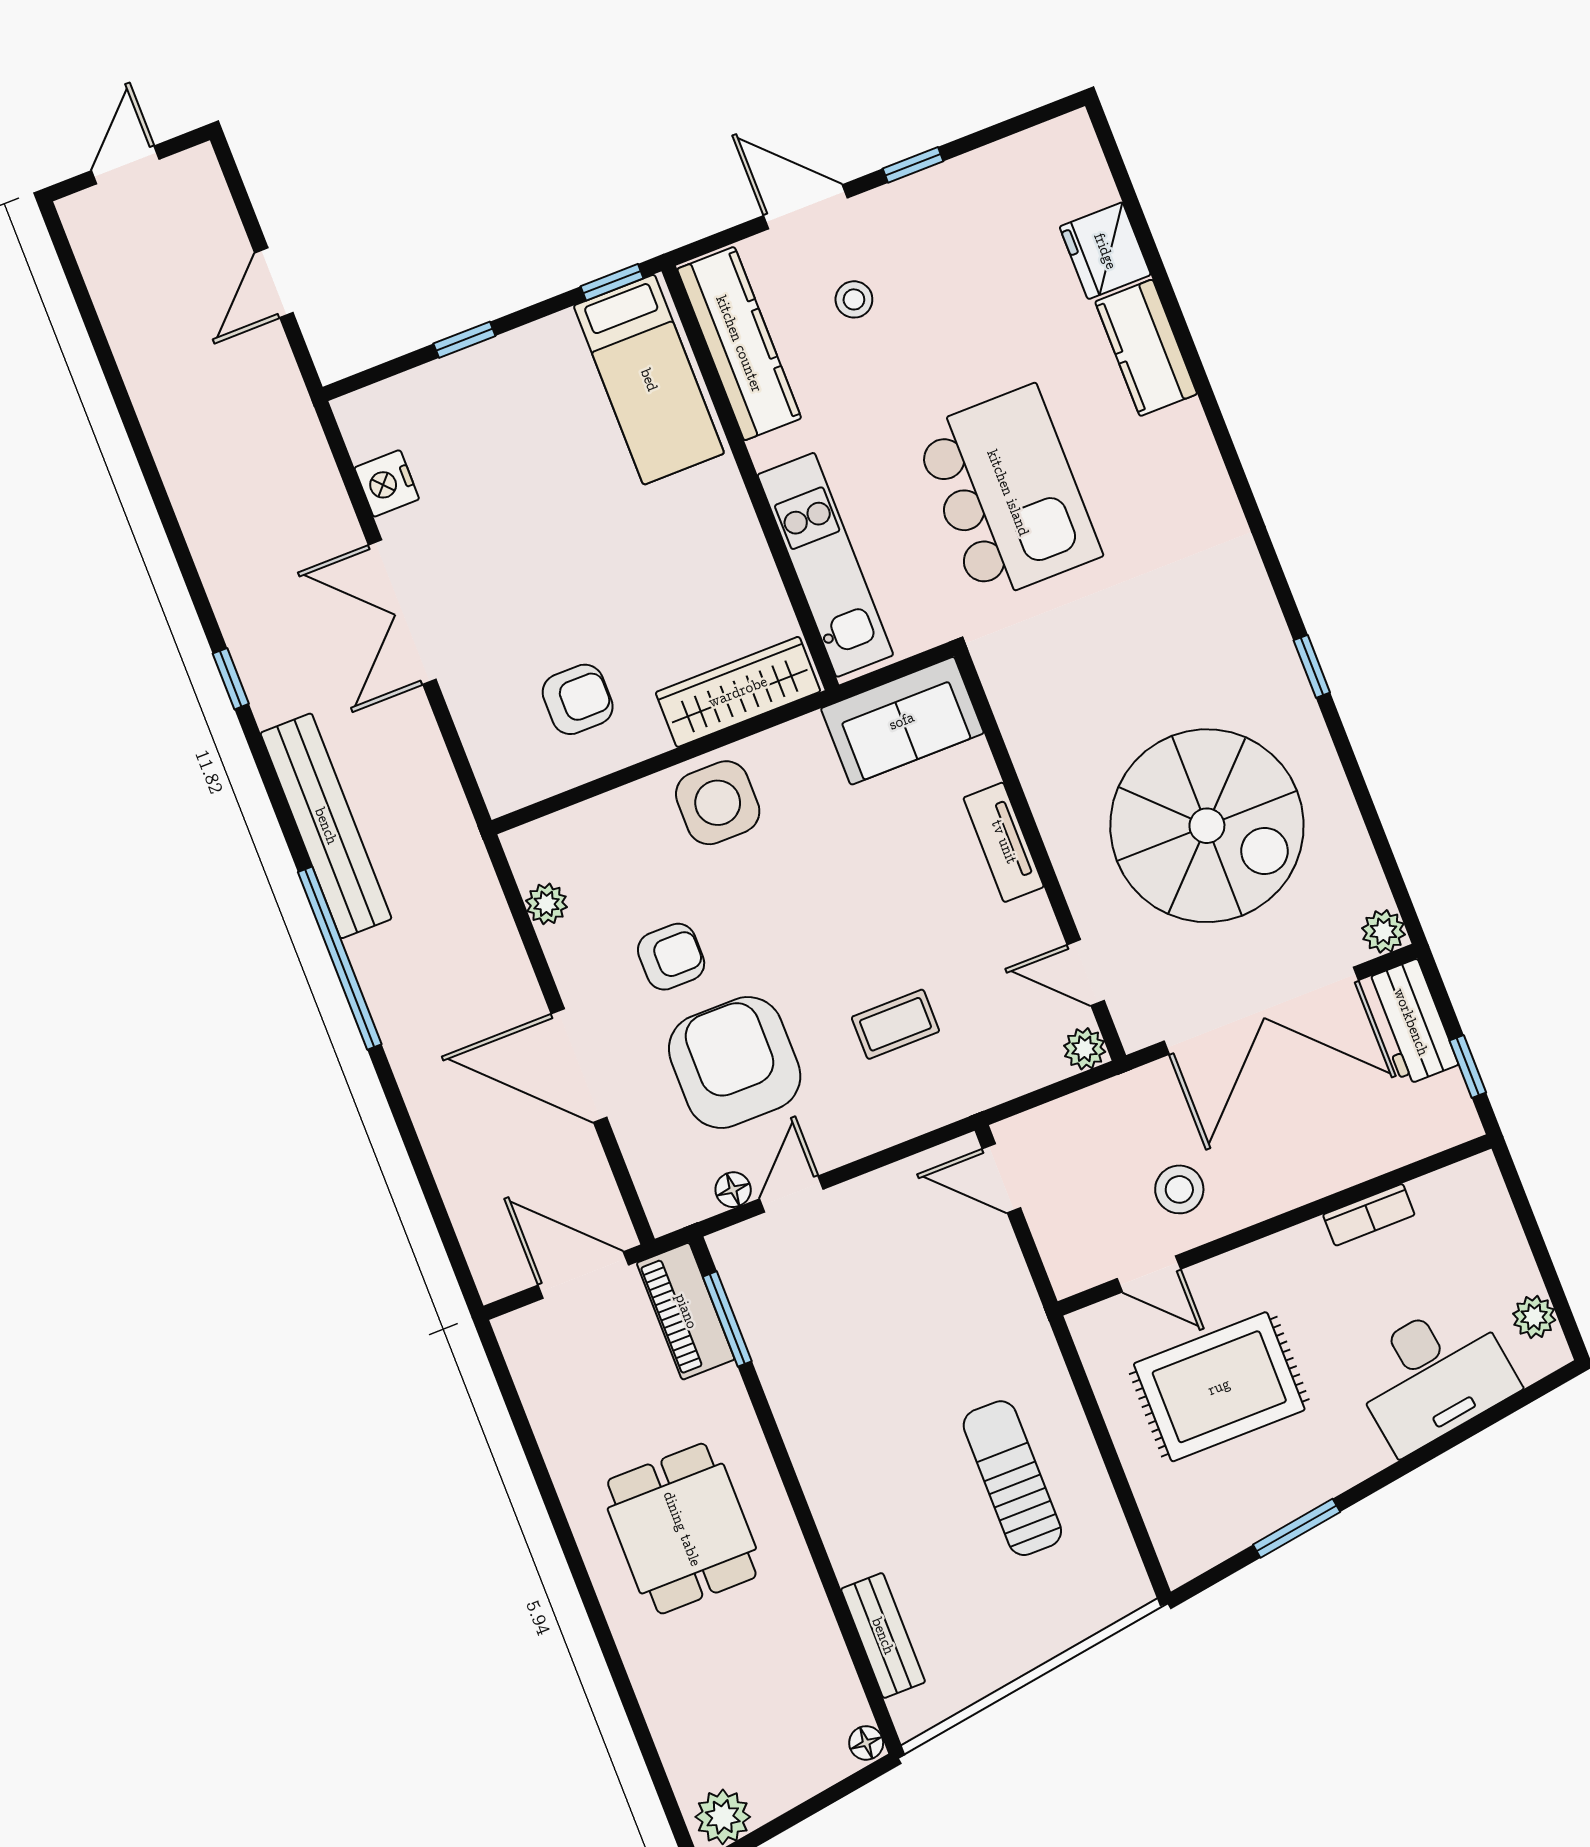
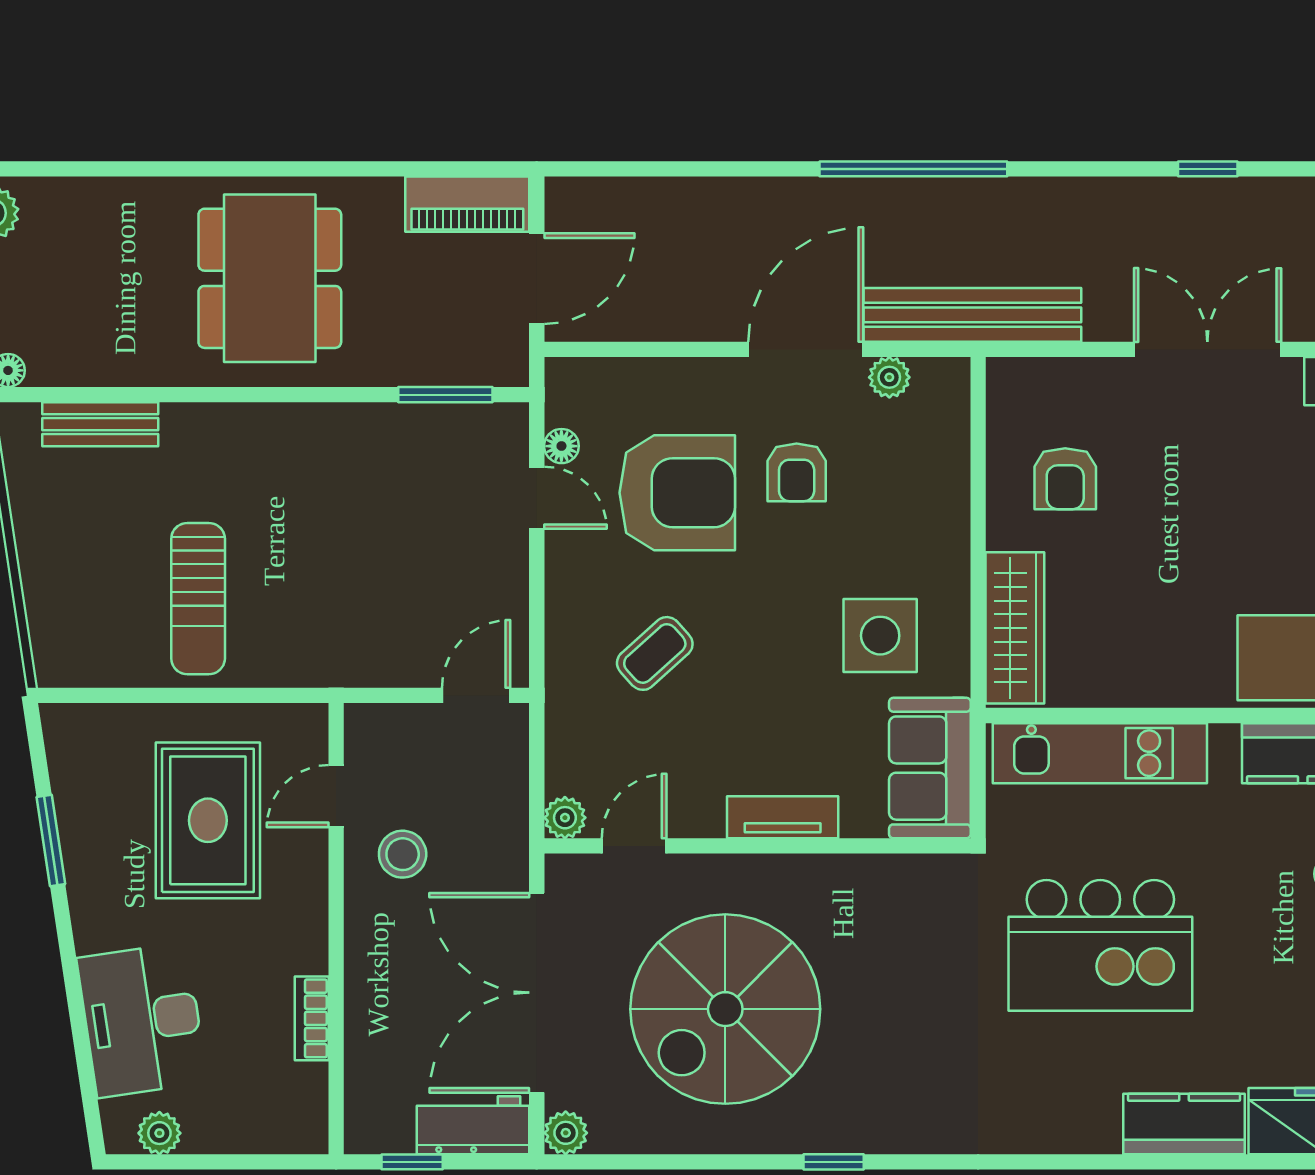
side table: (718, 803) -> (880, 636), moved
bench: (326, 826) -> (972, 315), moved
coffee table: (895, 1024) -> (655, 653), turned 48
door: (579, 1066) -> (806, 349), moved
piano: (686, 1311) -> (467, 204), moved, turned 180
sun lounger: (1012, 1478) -> (198, 599), turned 90
dining table: (682, 1529) -> (270, 278), width x1.38

